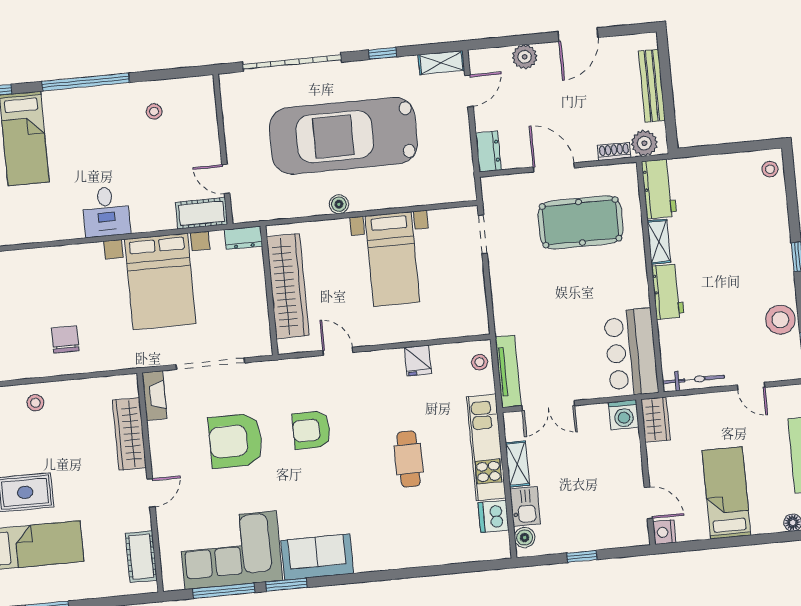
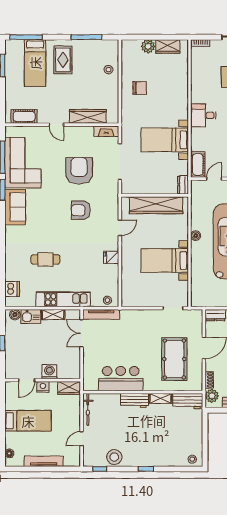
bed with nightstands: (160, 281) -> (165, 140), width x0.73
bar counter: (631, 352) -> (121, 379), moved
fridge: (418, 361) -> (111, 257), moved
washing machine: (624, 415) -> (49, 372), moved, turned 90
armchair: (311, 430) -> (81, 210), turned -90
cafe table: (409, 459) -> (45, 259), moved
dishwasher: (493, 516) -> (12, 289), moved, turned 90
nightstand: (664, 532) -> (43, 387), moved

